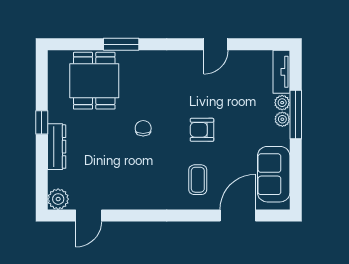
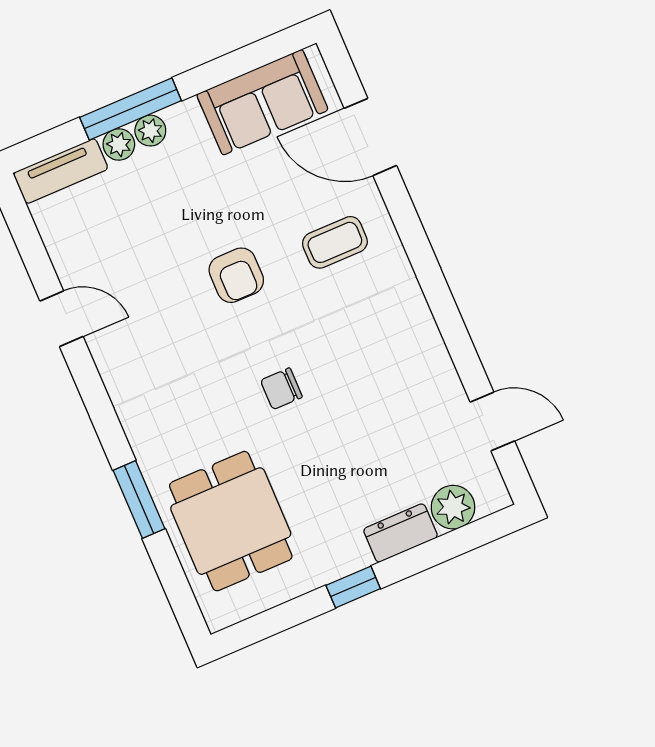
dining table: (94, 81) -> (231, 521), turned 90
dresser: (57, 147) -> (401, 533), width x0.70
plant: (58, 199) -> (453, 507), moved

